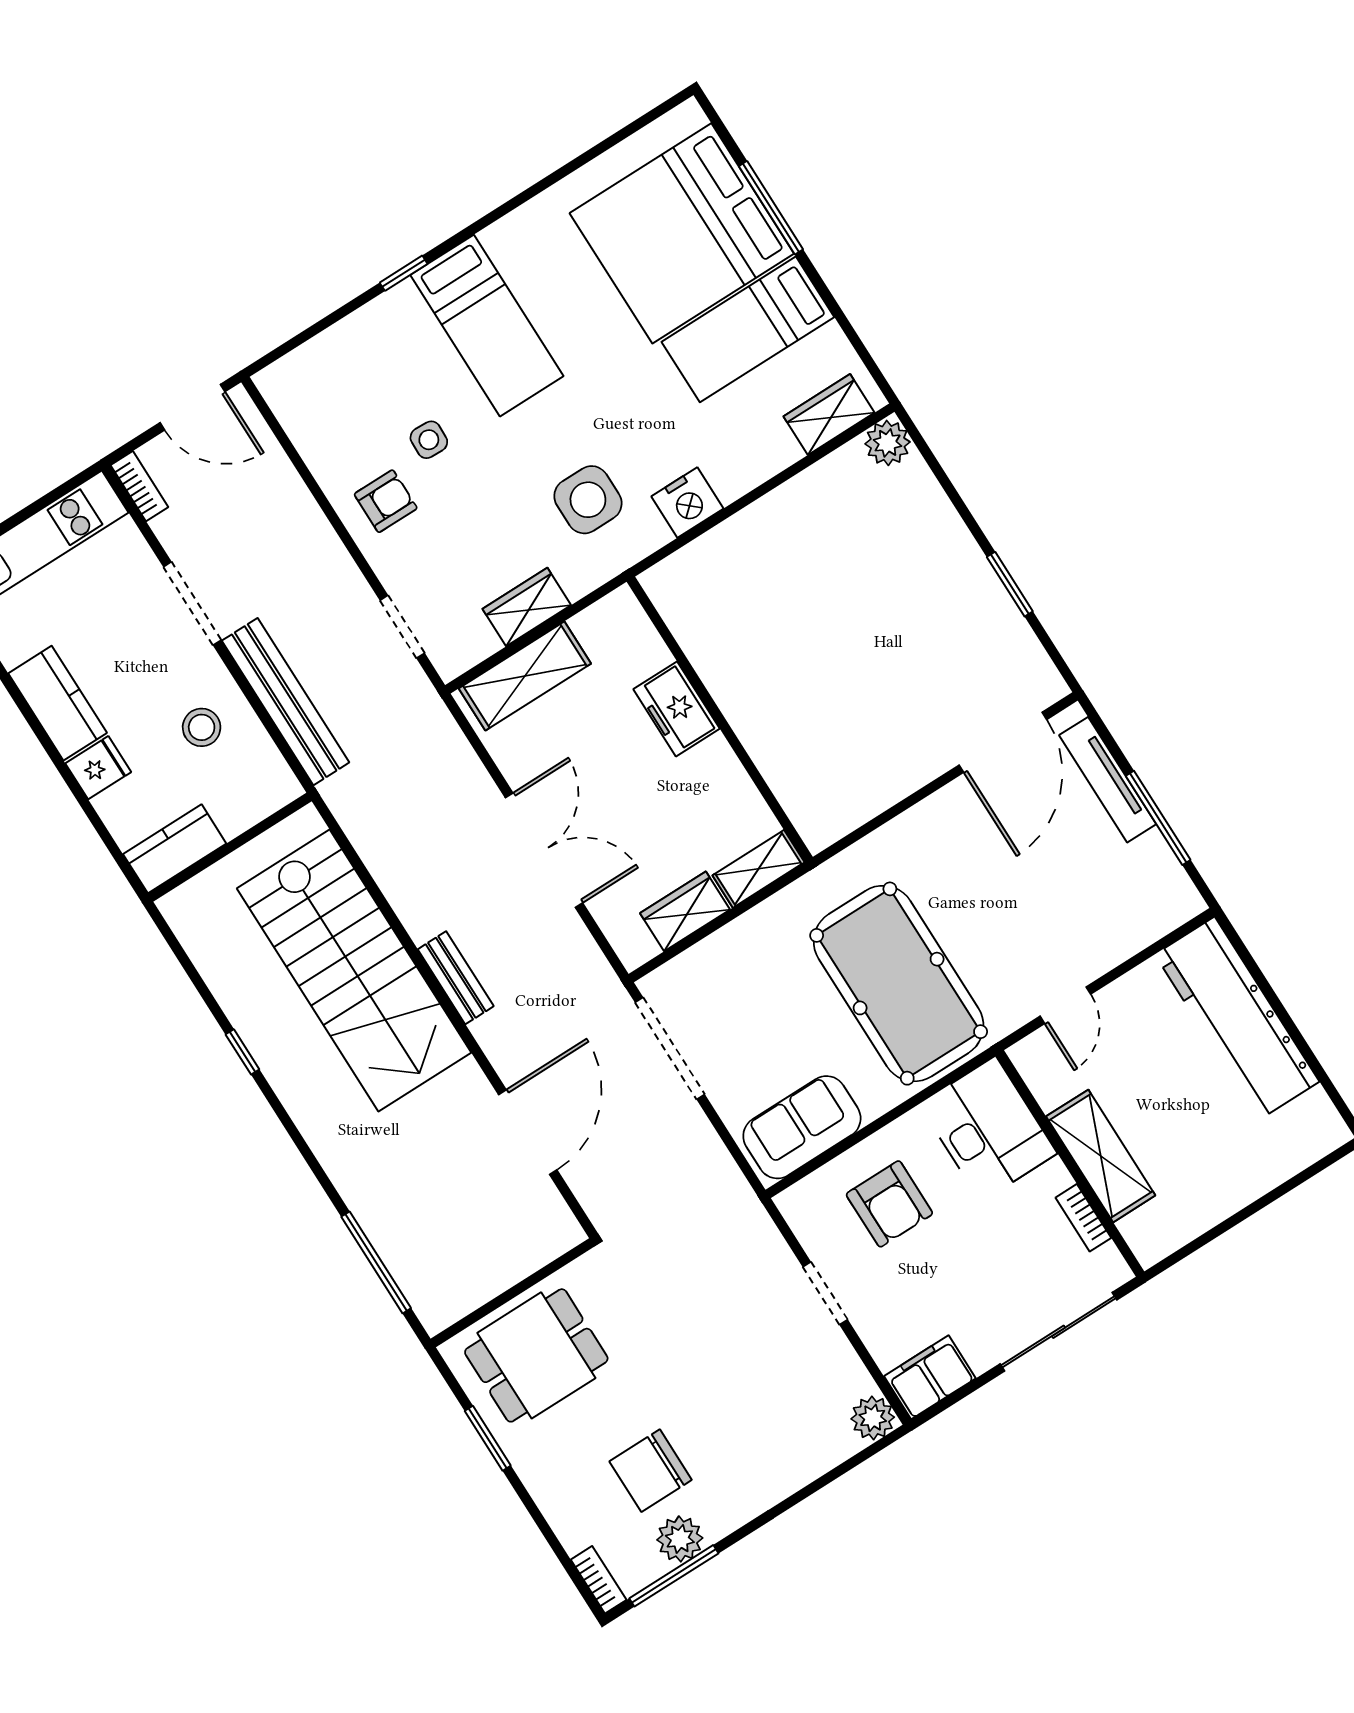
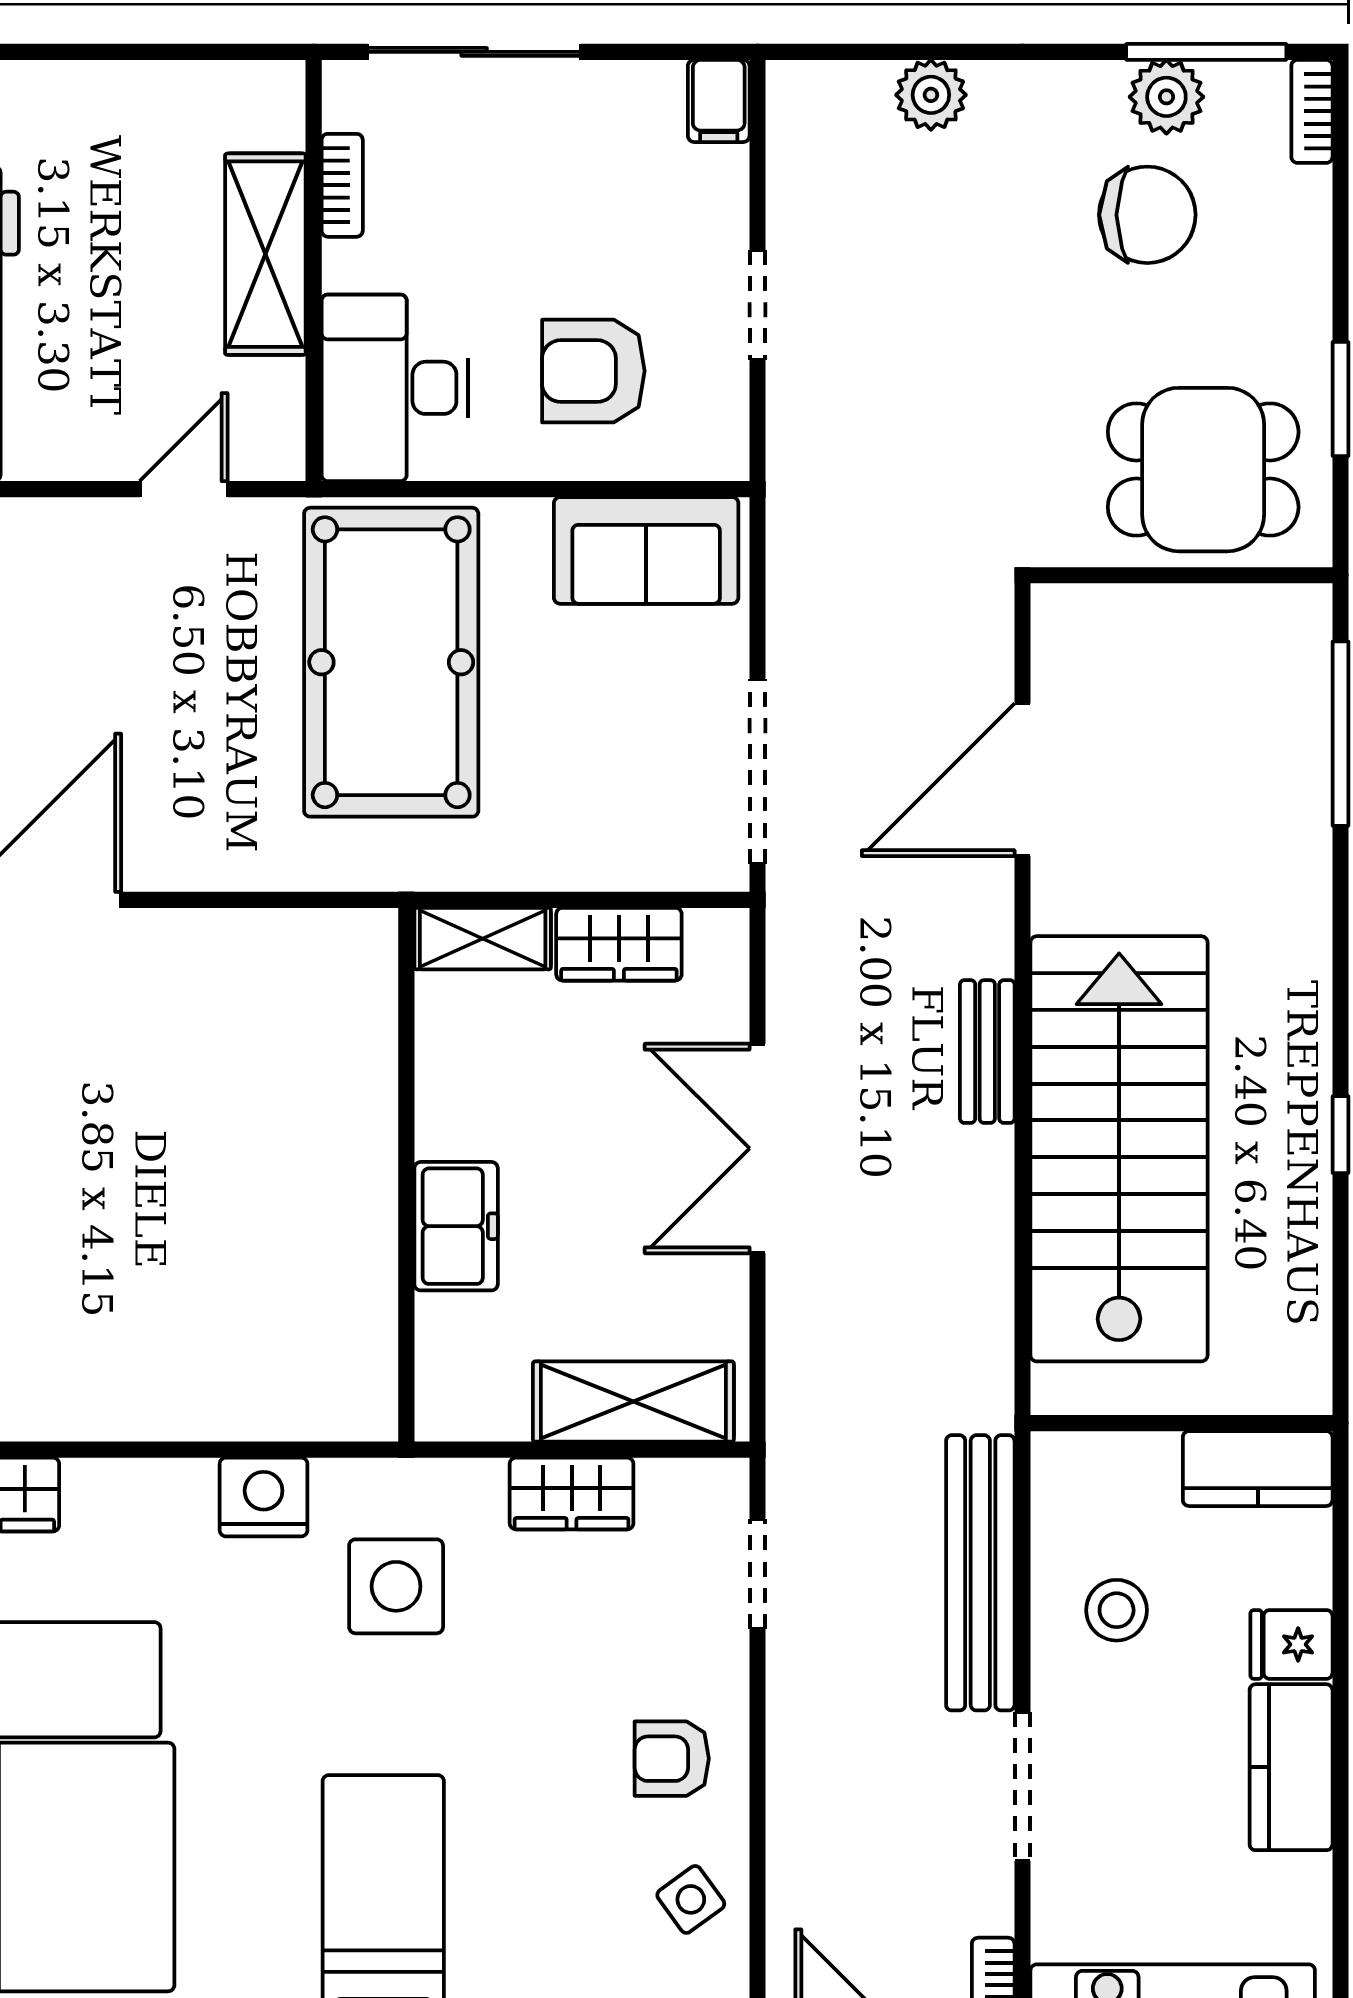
side table: (429, 440) -> (691, 1899), moved, turned -38
armchair: (889, 1204) -> (593, 371), turned -90
filing cabinet: (930, 1377) -> (719, 101), width x0.50
plant: (873, 1418) -> (931, 95), moved

